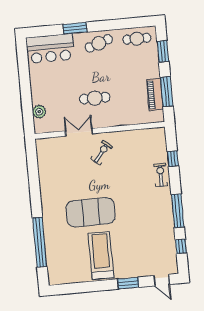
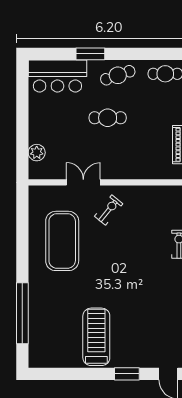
cafe table: (95, 98) -> (108, 118), moved
exercise mat: (91, 212) -> (62, 241), moved, turned 90

